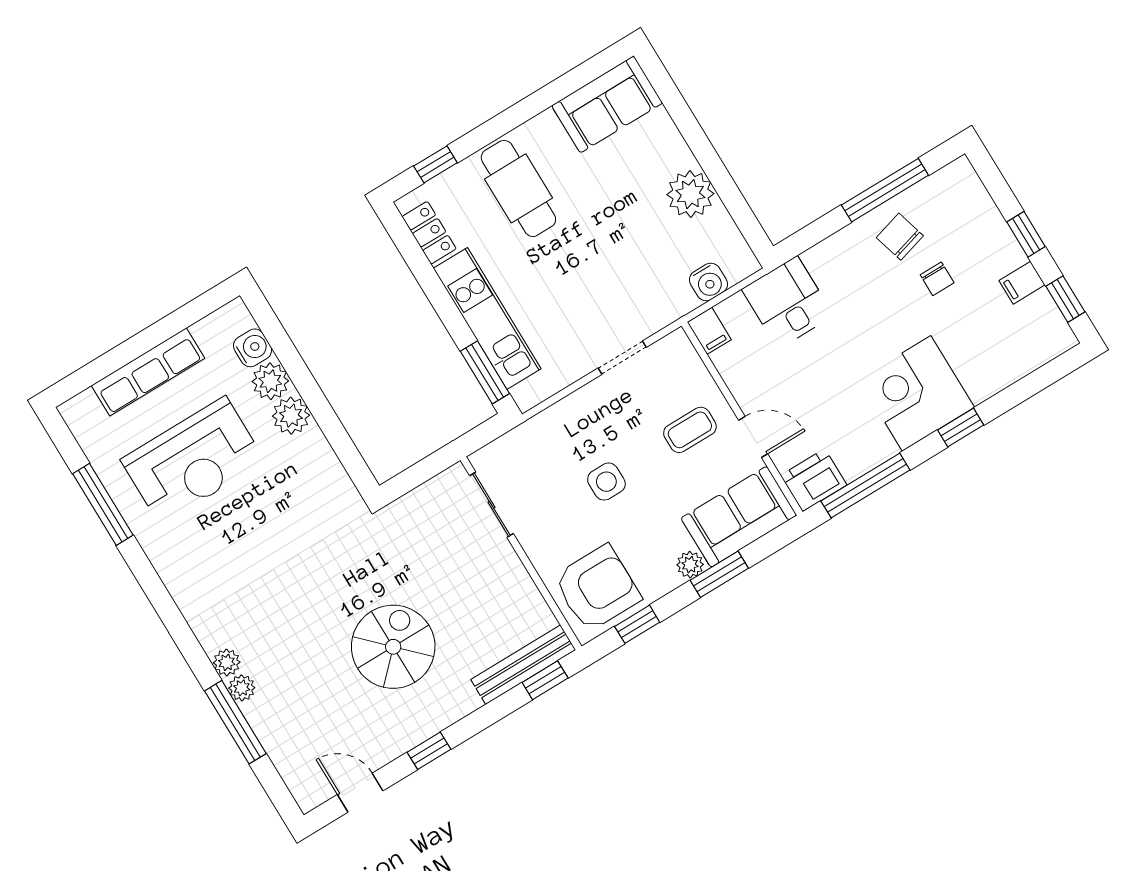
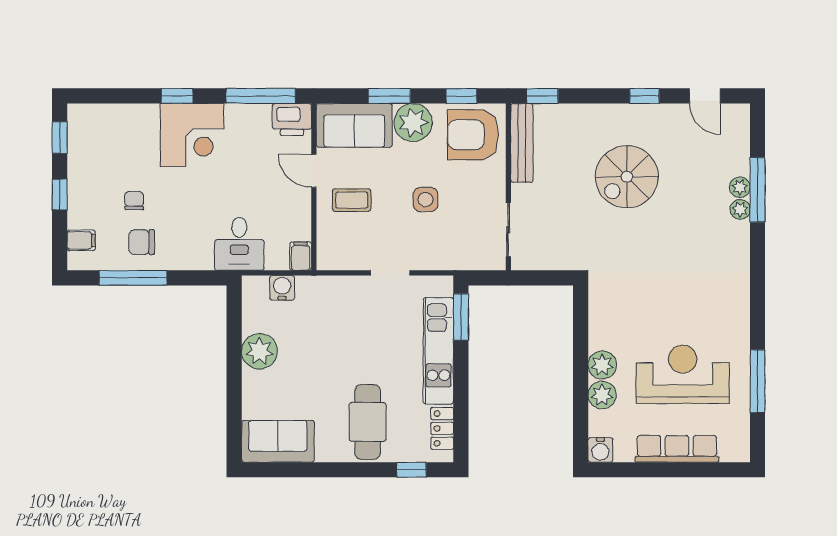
chair: (900, 237) -> (142, 242), turned 106
filing cabinet: (1022, 283) -> (81, 240), moved
water cooler: (253, 348) -> (600, 450), moved, turned -90
doorway: (622, 358) -> (390, 273), moved
plant: (690, 565) -> (413, 122), width x1.87, depth x1.87
plant: (227, 662) -> (740, 187), moved
bench: (523, 665) -> (522, 143), moved, turned 90

